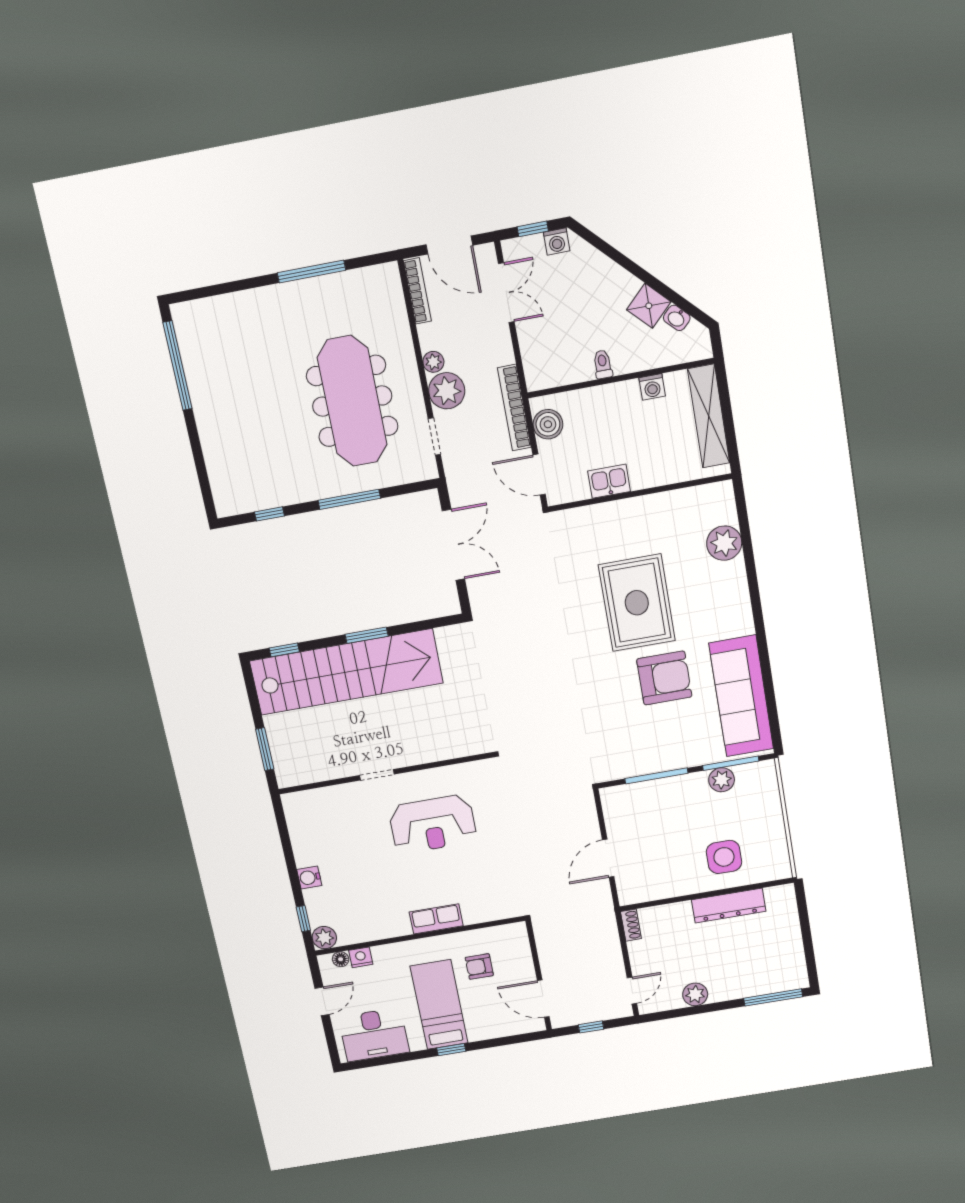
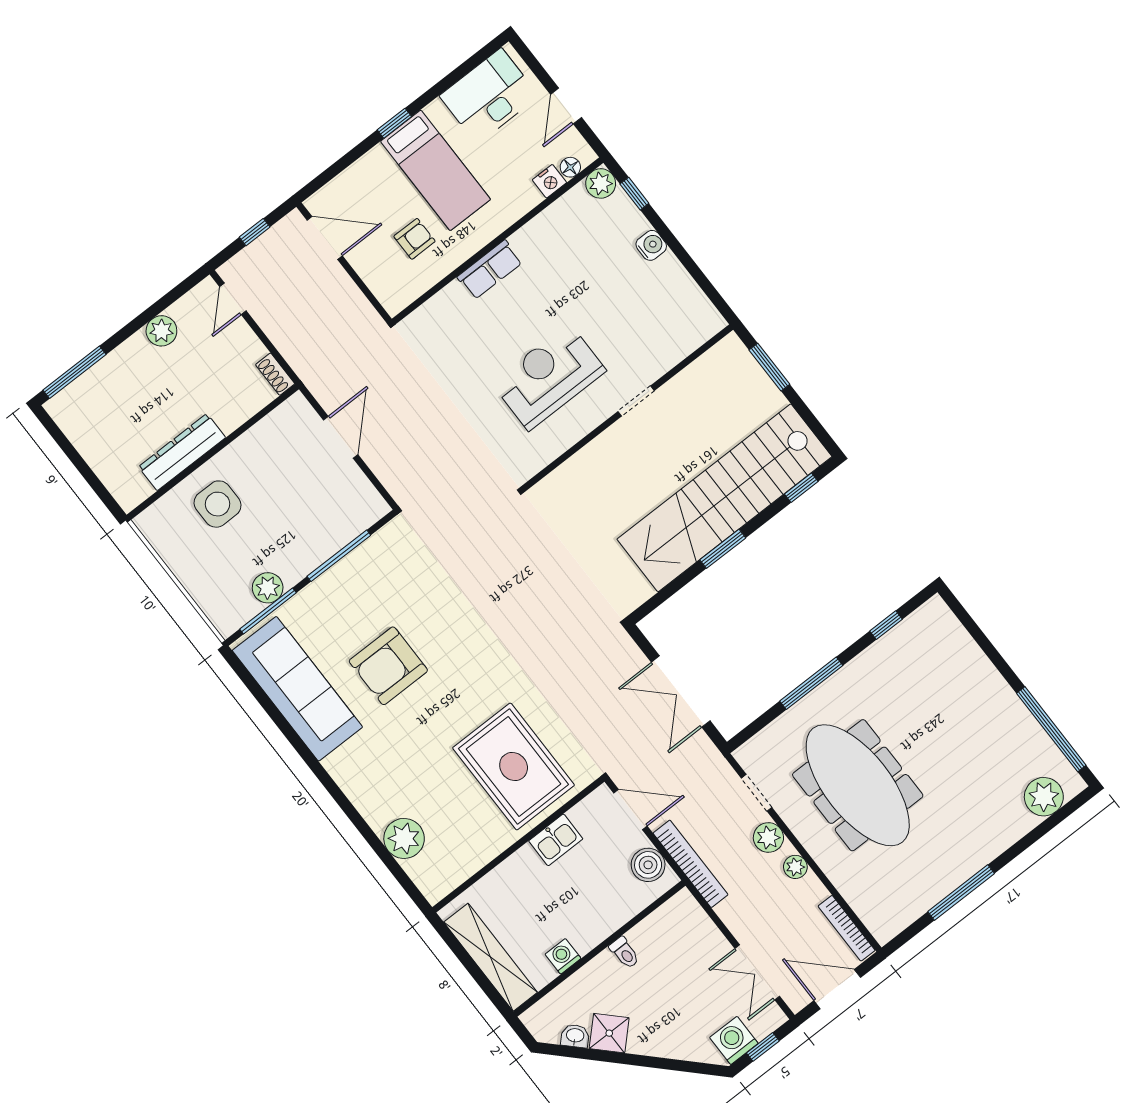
washing machine: (557, 242) -> (734, 1040), width x1.38, depth x1.38
plant: (209, 315) -> (1044, 797), added
plant: (447, 391) -> (768, 838), width x0.73, depth x0.73
rug: (637, 603) -> (514, 766), moved

